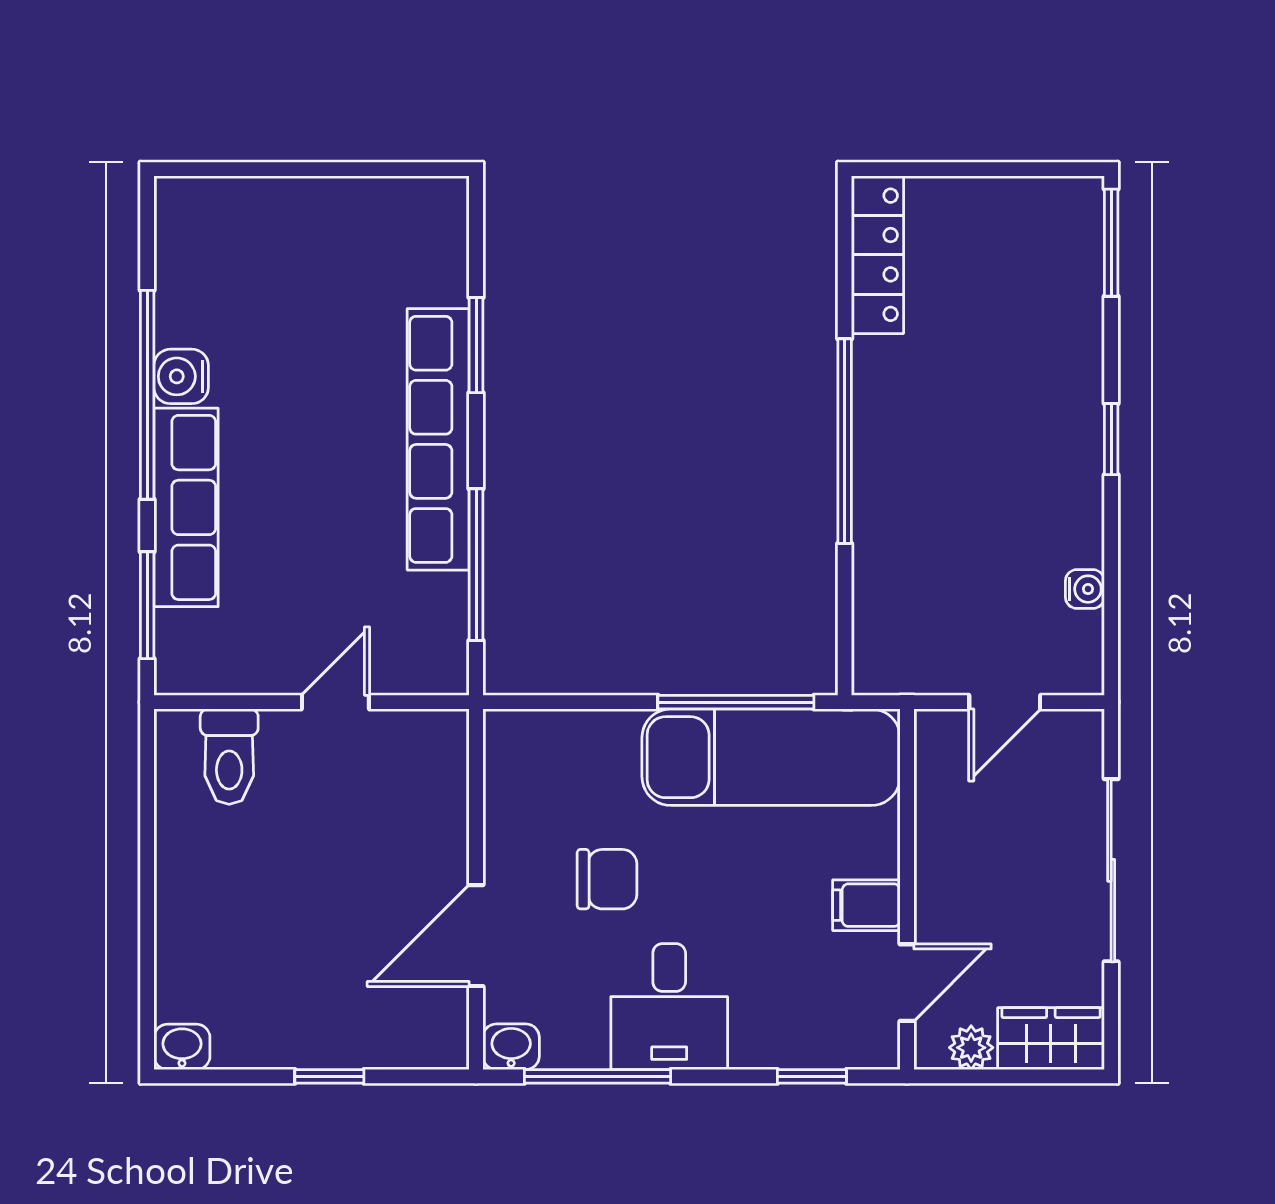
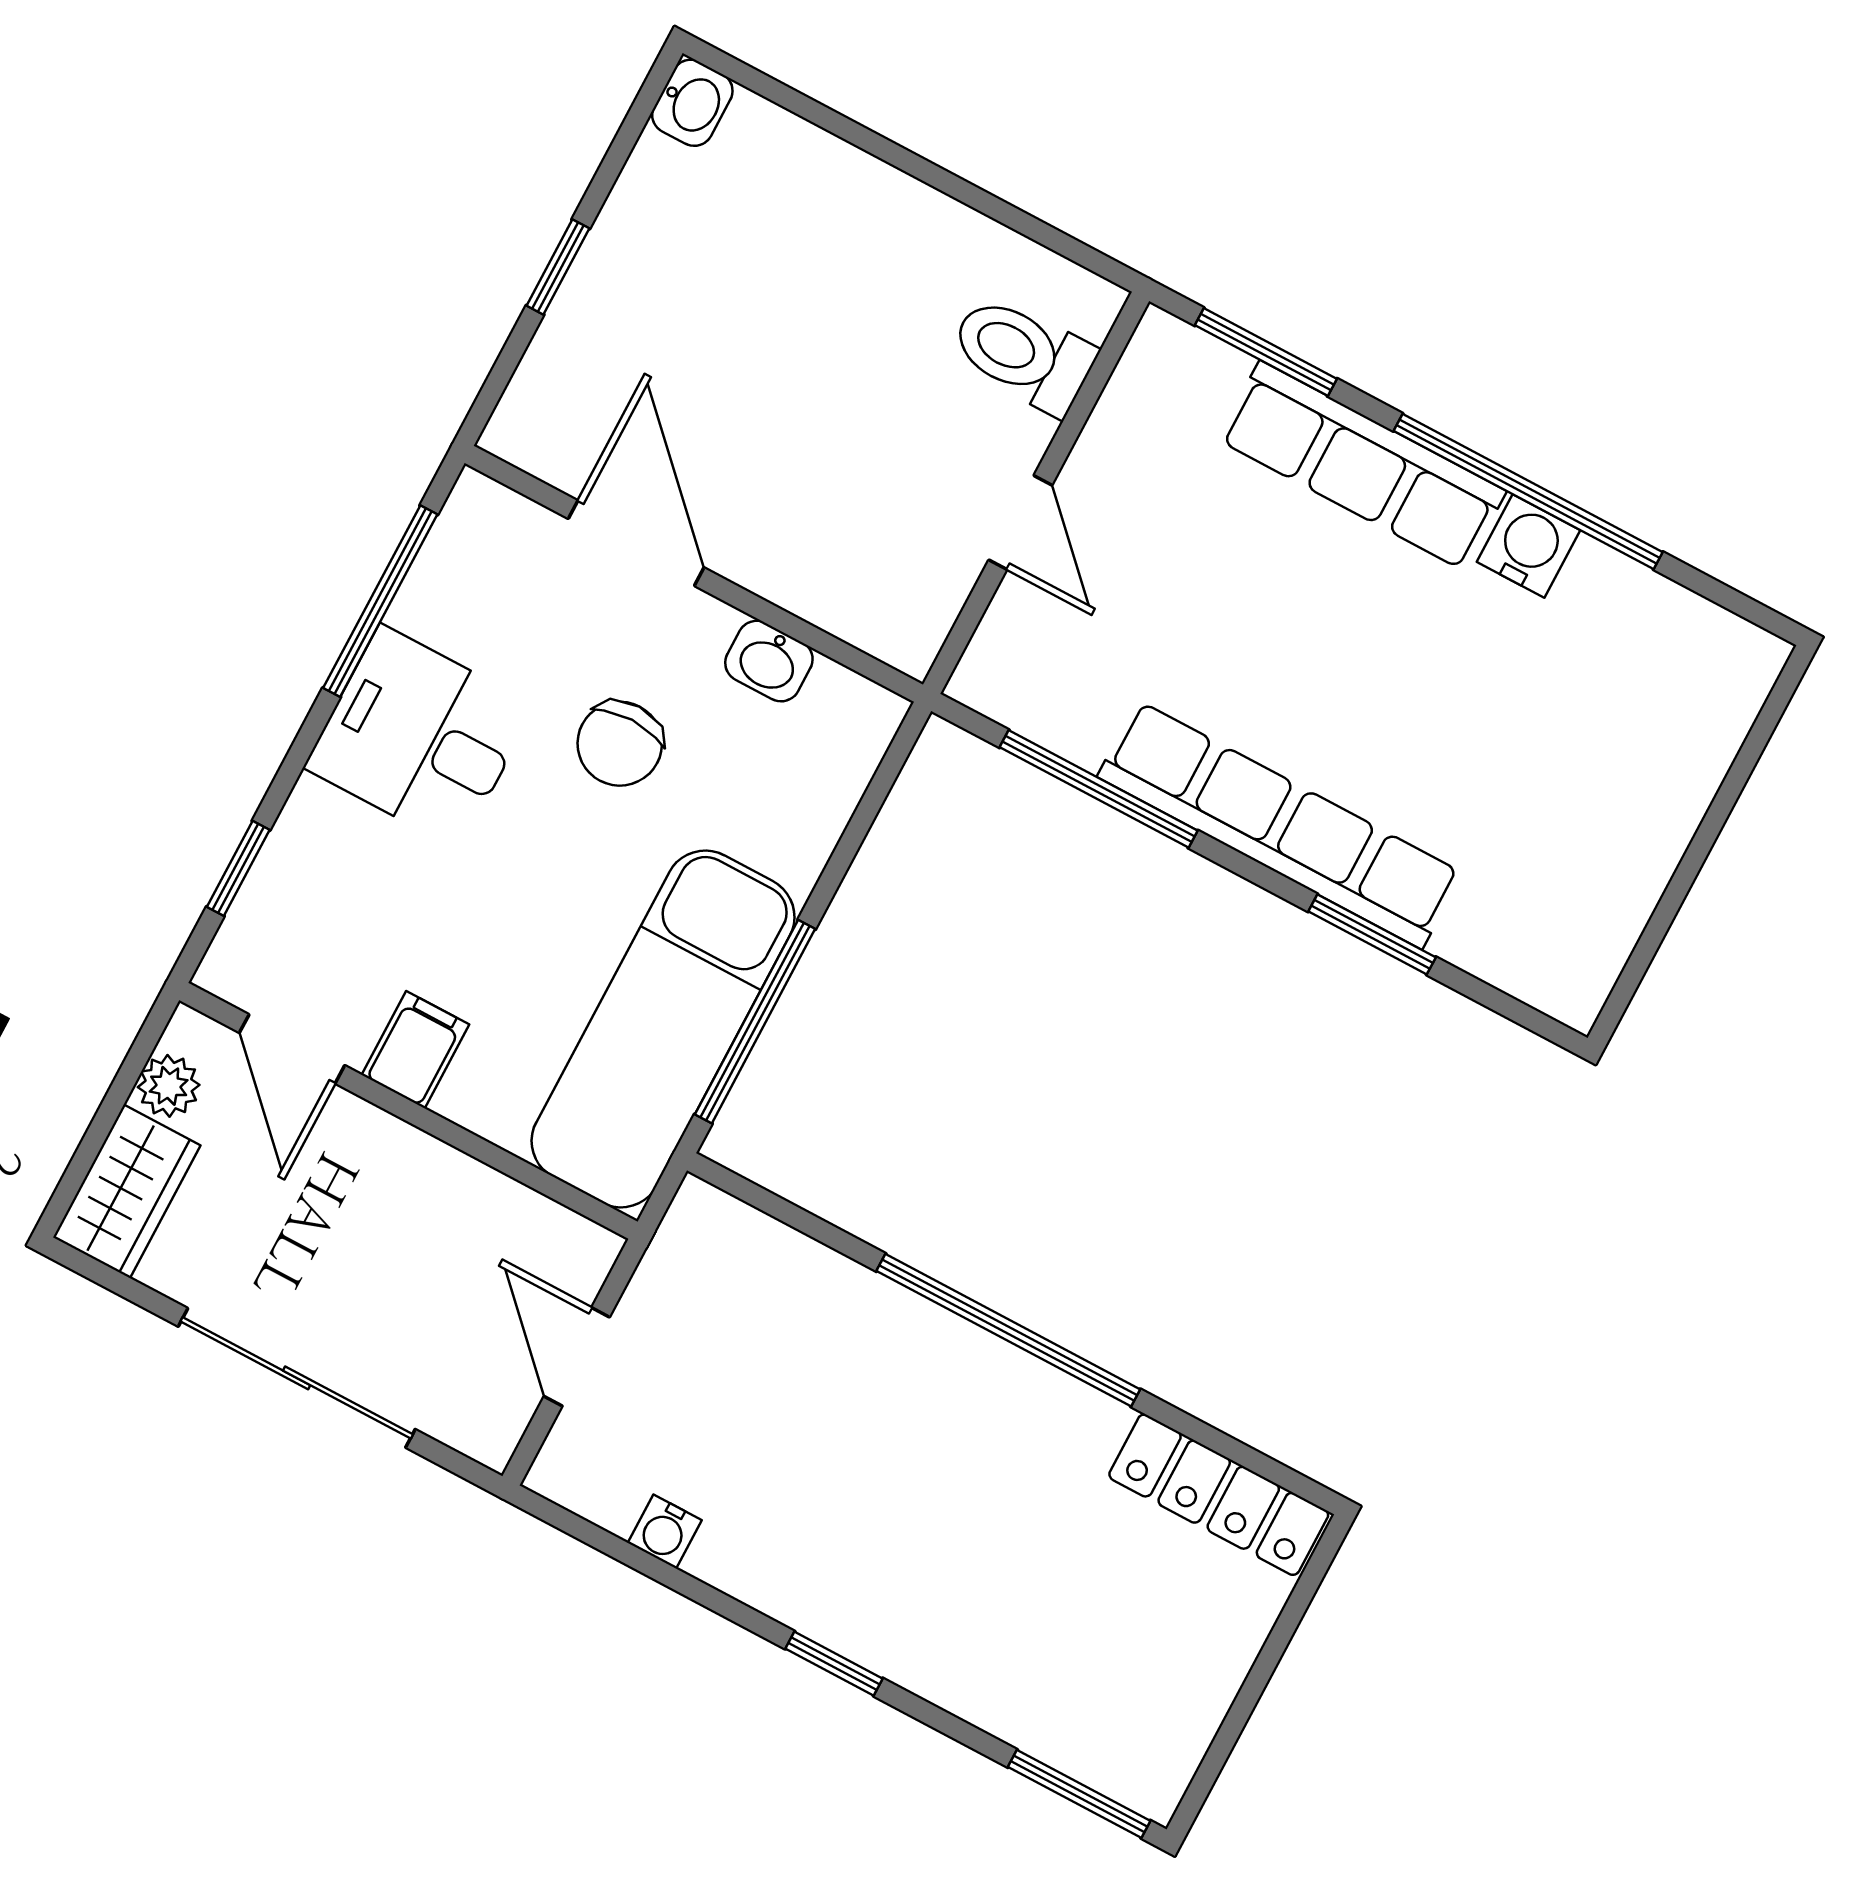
washbasin: (511, 1047) -> (769, 661), moved, turned 90

